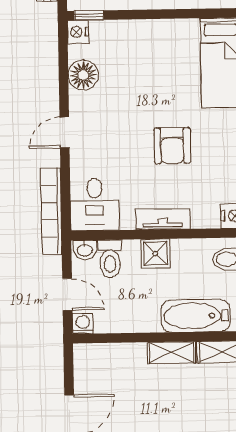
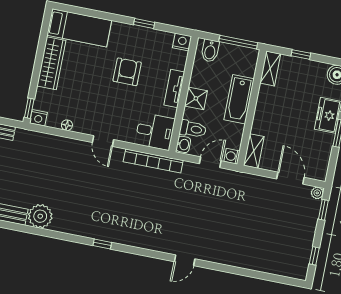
wardrobe: (161, 33) -> (51, 63), added
floor lamp: (83, 75) -> (67, 125), width x0.53, depth x0.53
armchair: (172, 146) -> (127, 72), turned -90
bathtub: (196, 316) -> (239, 99), moved
shelving: (171, 353) -> (254, 151), moved

